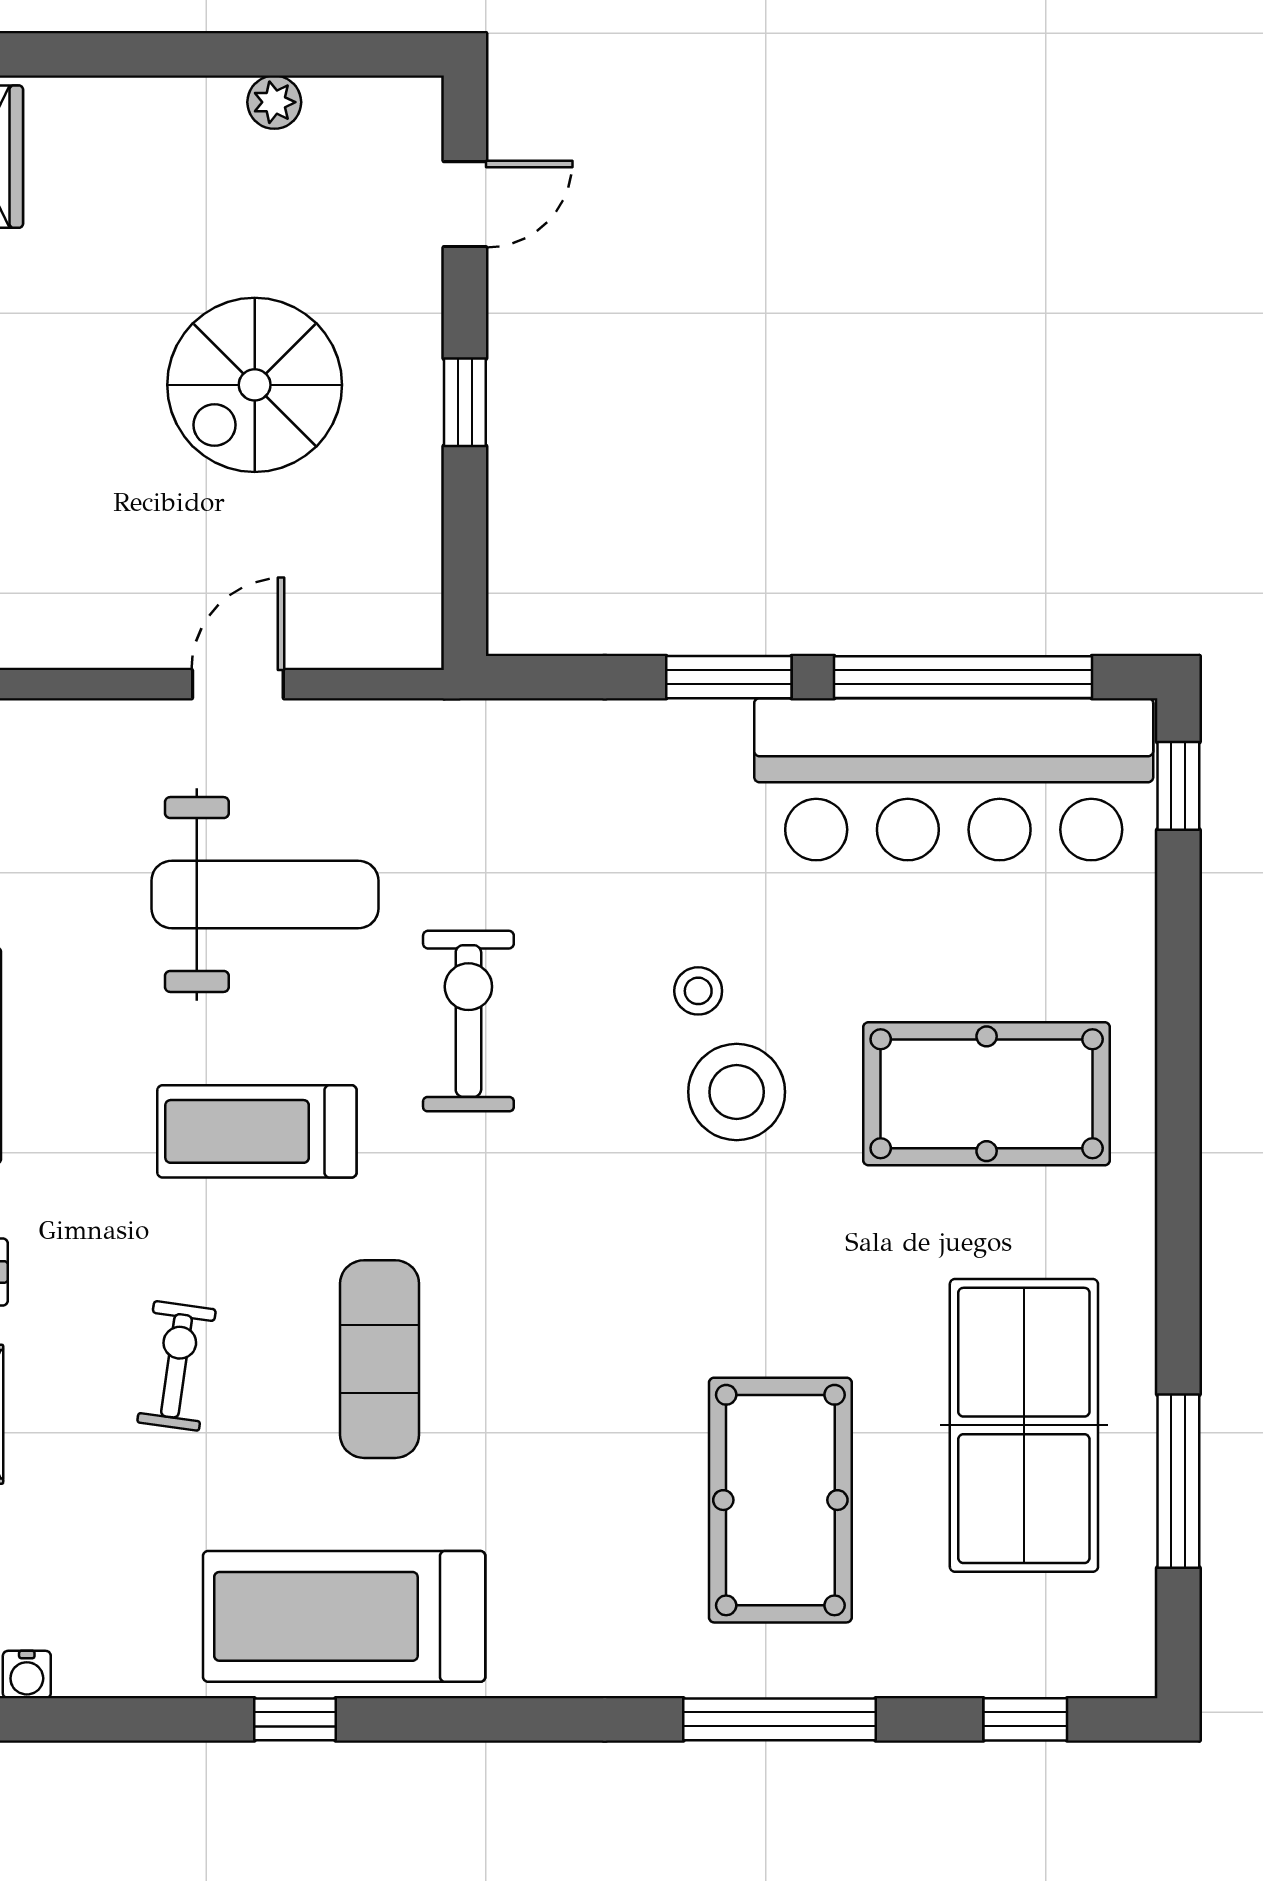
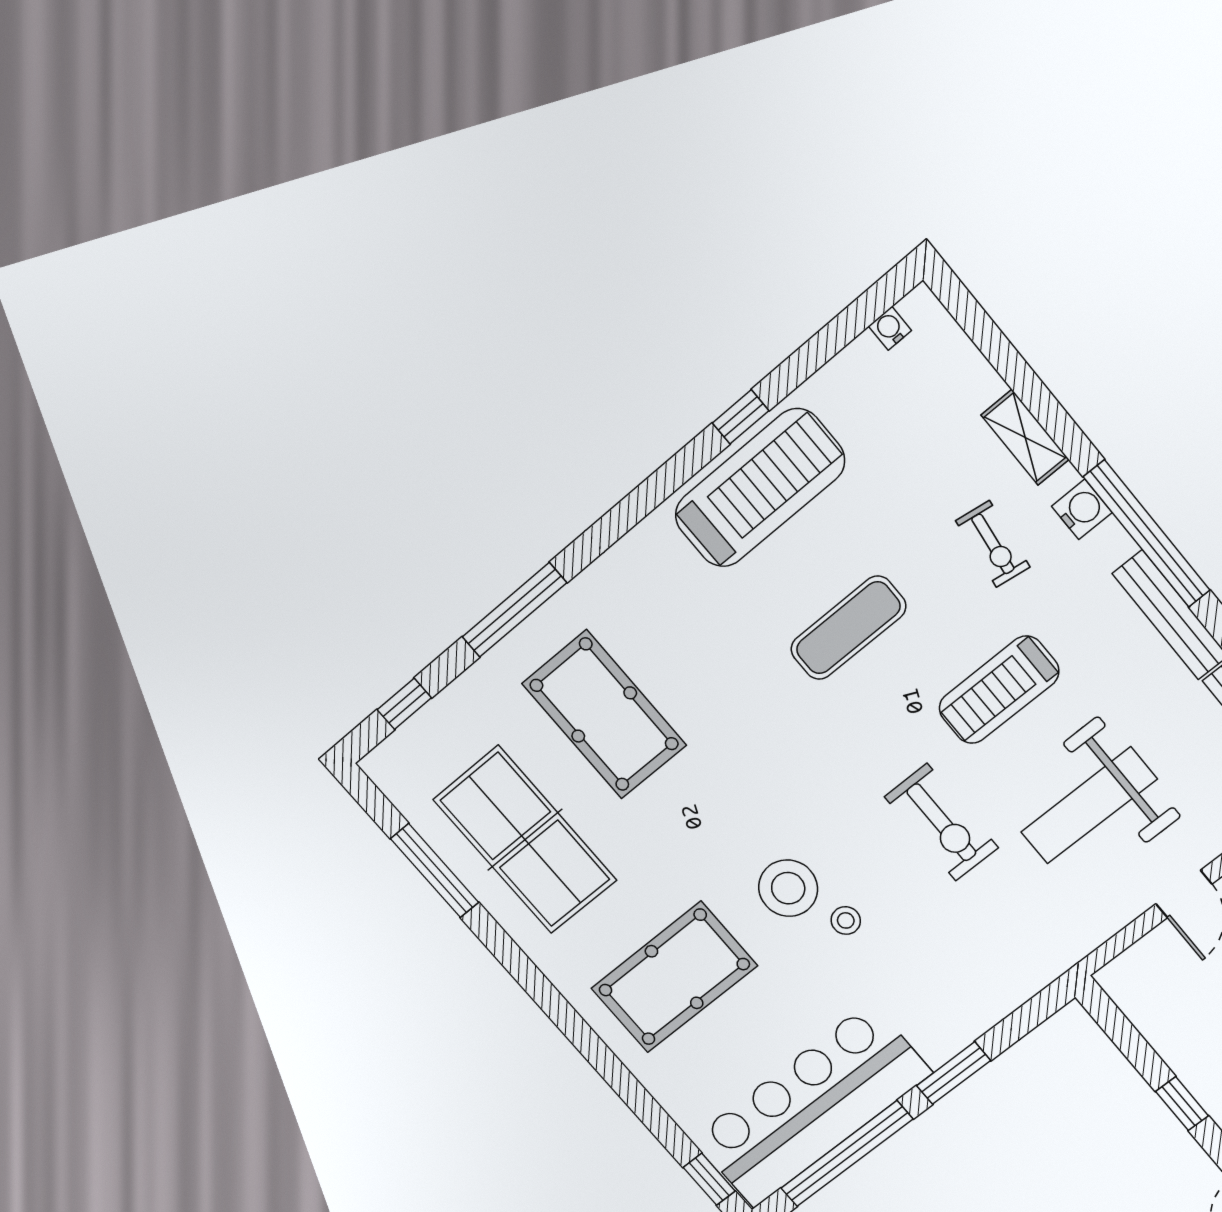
treadmill: (257, 1131) -> (999, 690), turned 180
exercise mat: (380, 1359) -> (848, 628), turned 90
exercise bike: (177, 1366) -> (993, 544), moved

